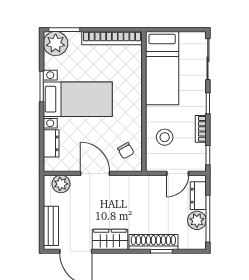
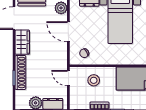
door: (95, 173) -> (68, 32), swing flipped
door: (178, 173) -> (68, 78), moved

